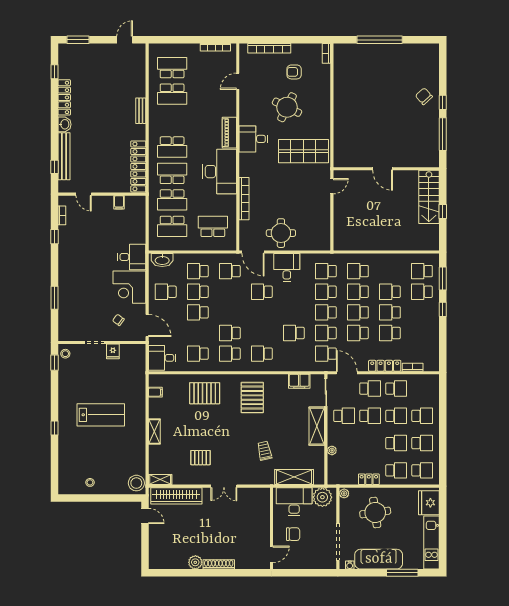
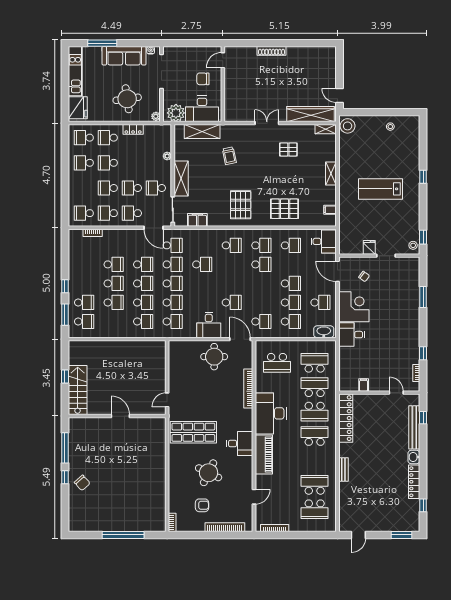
piano: (229, 133) -> (264, 455), width x1.37, depth x1.33
locker: (385, 366) -> (118, 234), removed
school desk: (422, 416) -> (84, 213), moved
plant: (195, 562) -> (293, 53), removed

